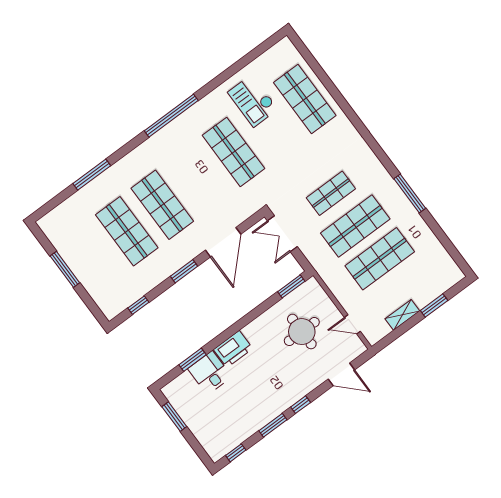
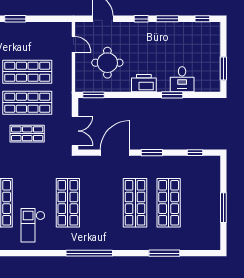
checkout: (253, 101) -> (33, 225), turned 180
shelving: (402, 315) -> (39, 27), removed
printer: (233, 349) -> (144, 83), moved
window: (193, 360) -> (172, 95), moved

